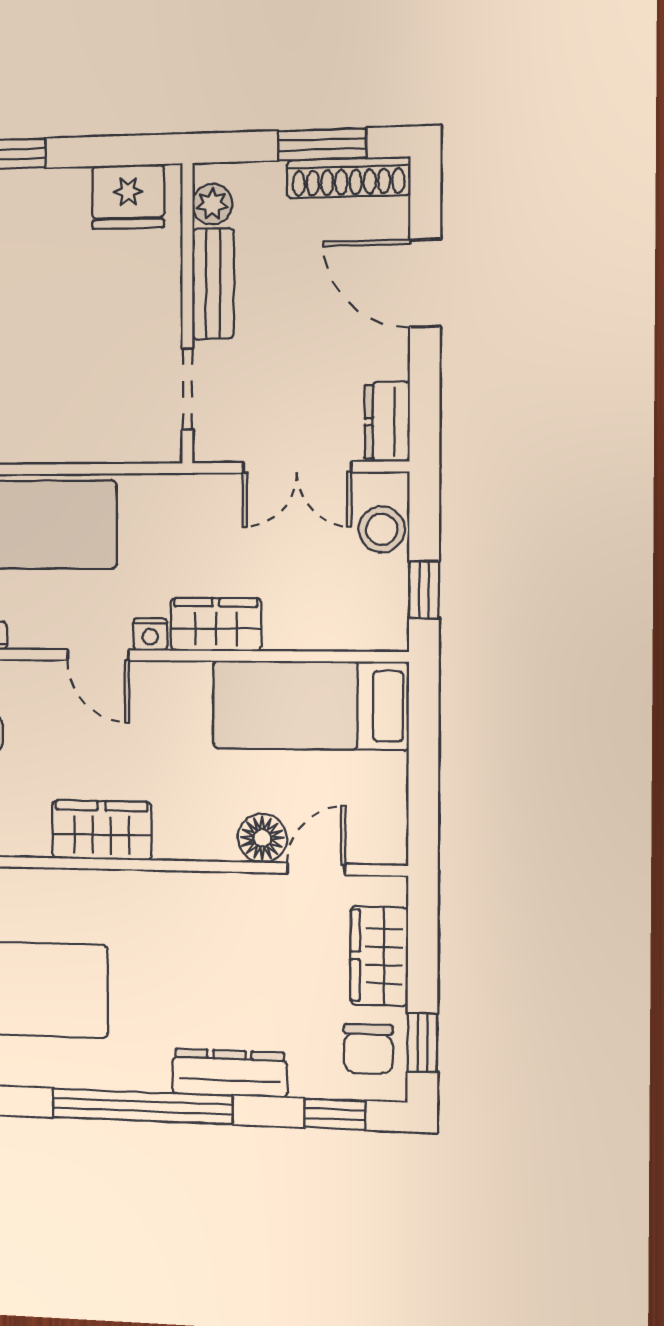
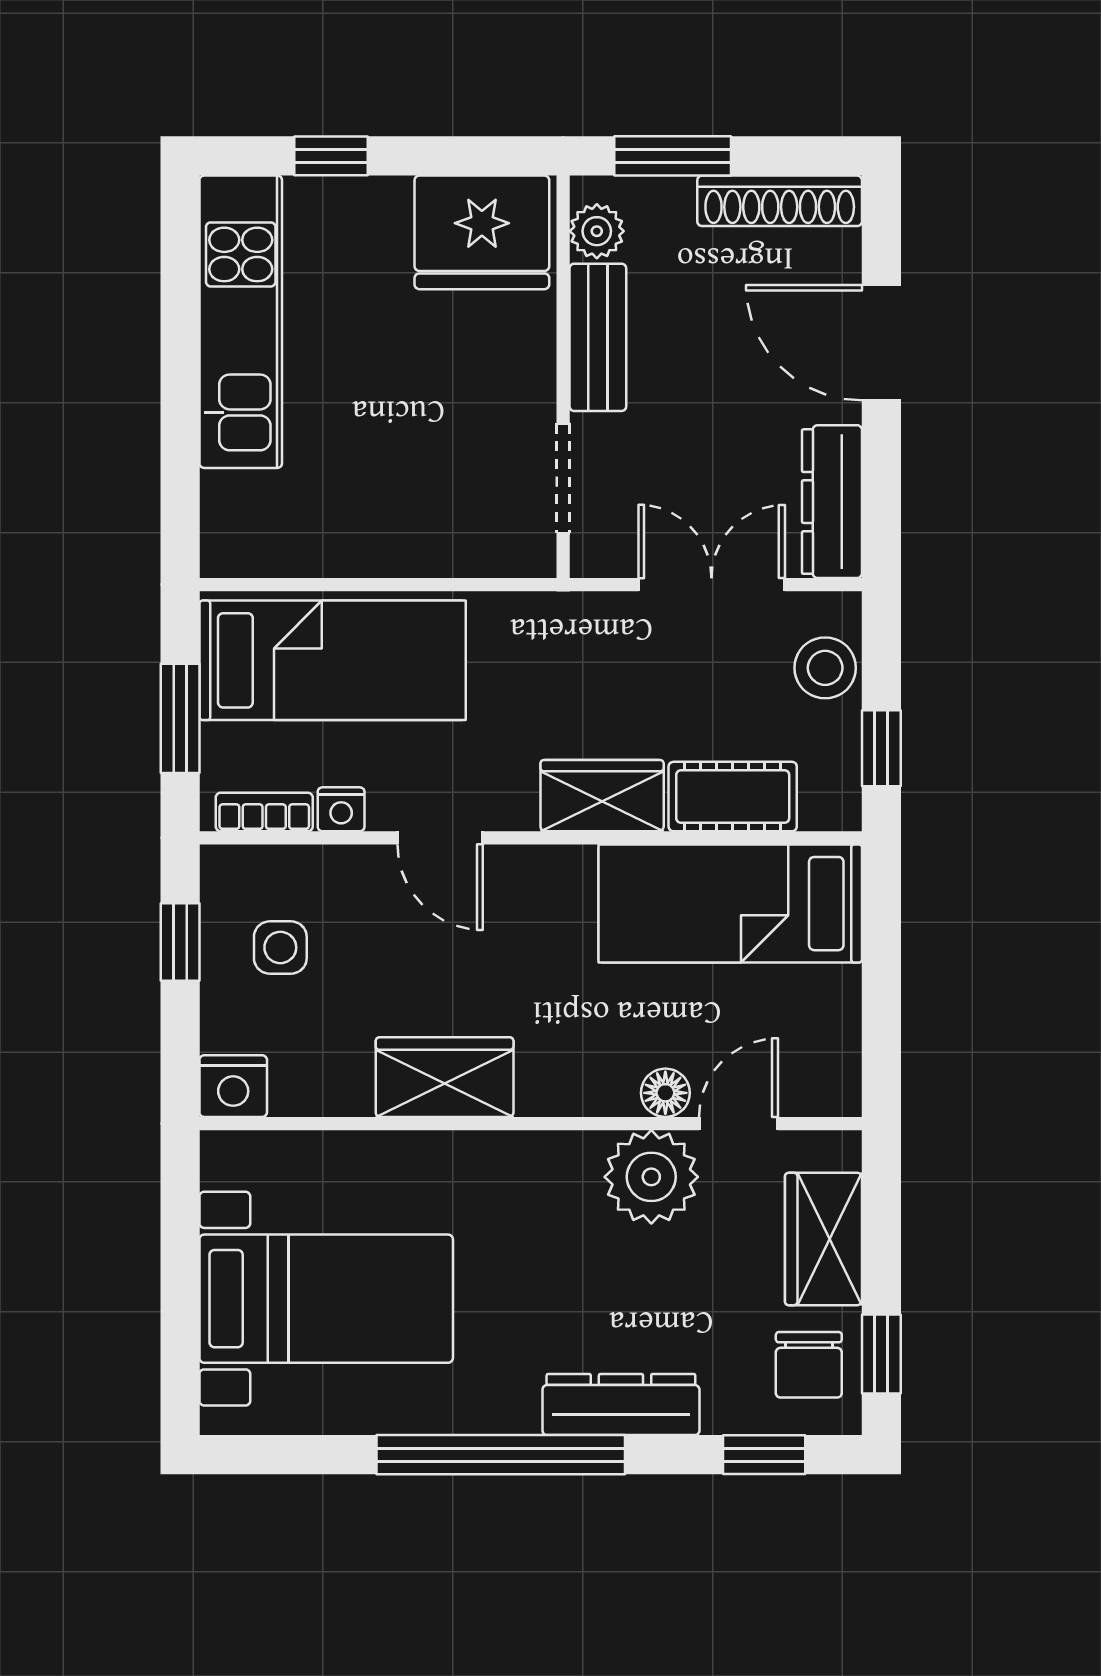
window: (322, 144) -> (673, 156), moved
fridge: (128, 197) -> (482, 232), width x1.36, depth x1.34
dresser: (387, 422) -> (832, 502), width x1.44
double door: (297, 467) -> (712, 585), swing flipped
cot: (312, 626) -> (733, 797), added
nightstand: (150, 634) -> (341, 809), moved
floor lamp: (262, 838) -> (665, 1093), width x0.73, depth x0.73
plant: (252, 907) -> (651, 1177), added

